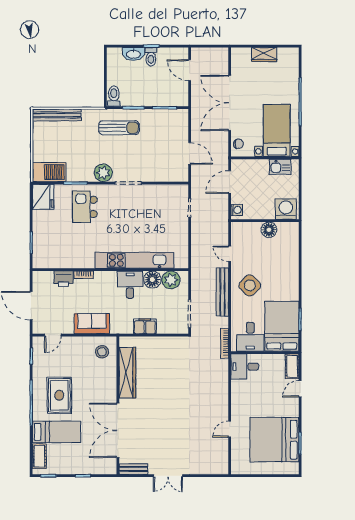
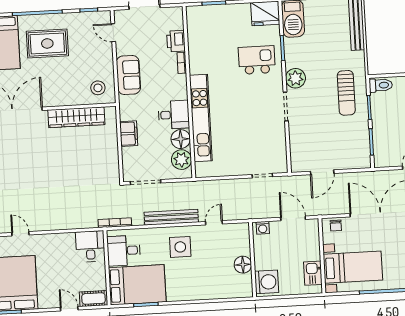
side table: (250, 285) -> (180, 247), turned 45

